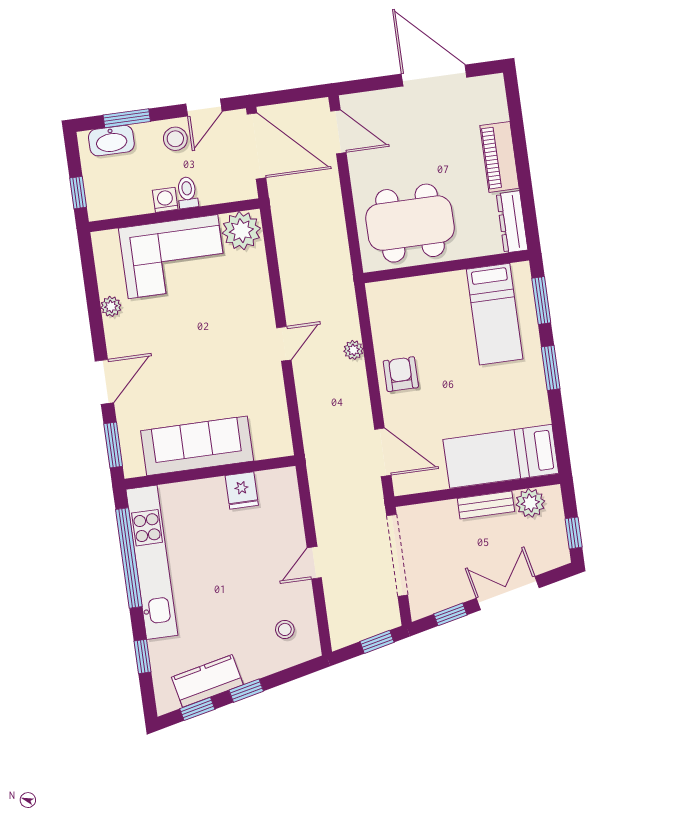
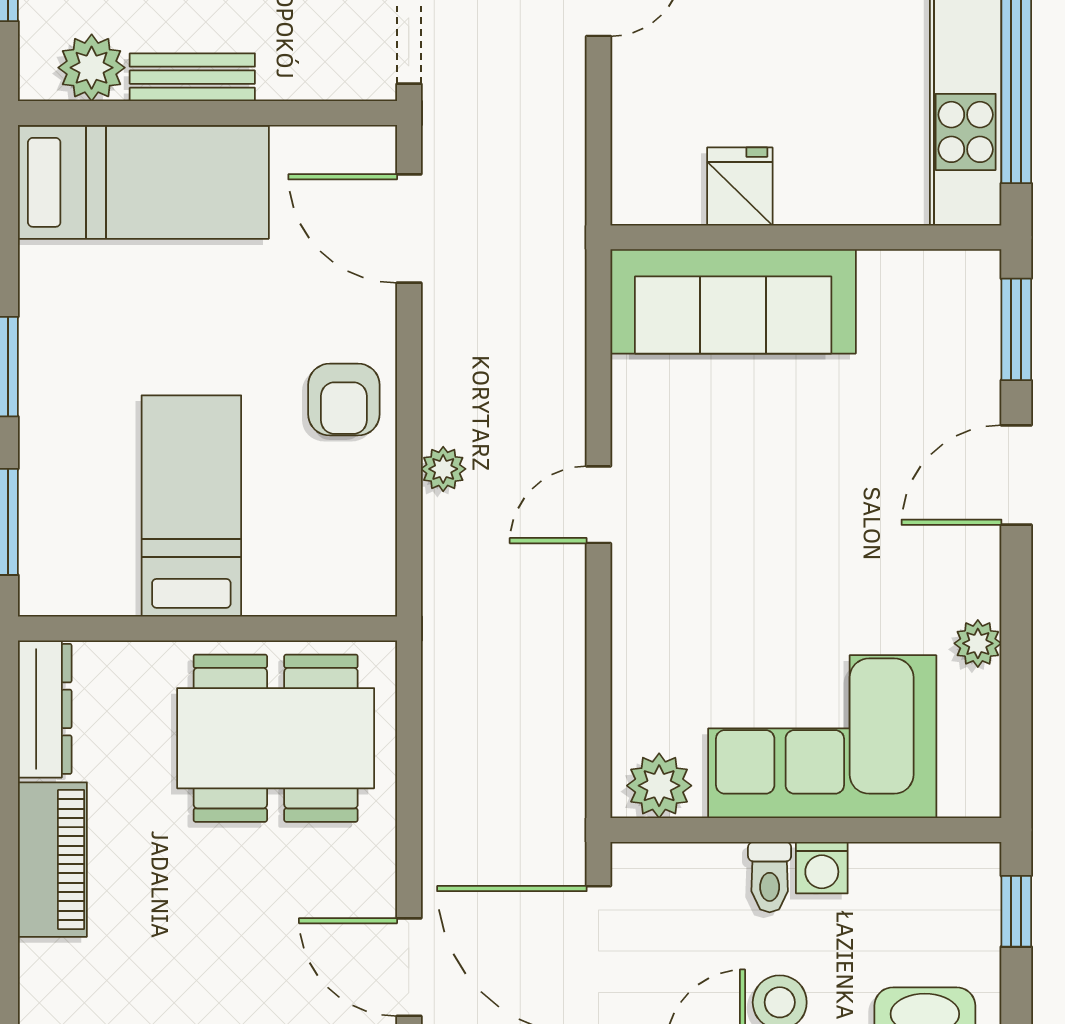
plant: (241, 231) -> (659, 786), width x0.73, depth x0.73
bed: (495, 314) -> (191, 506), moved
sofa: (197, 446) -> (733, 301), moved

